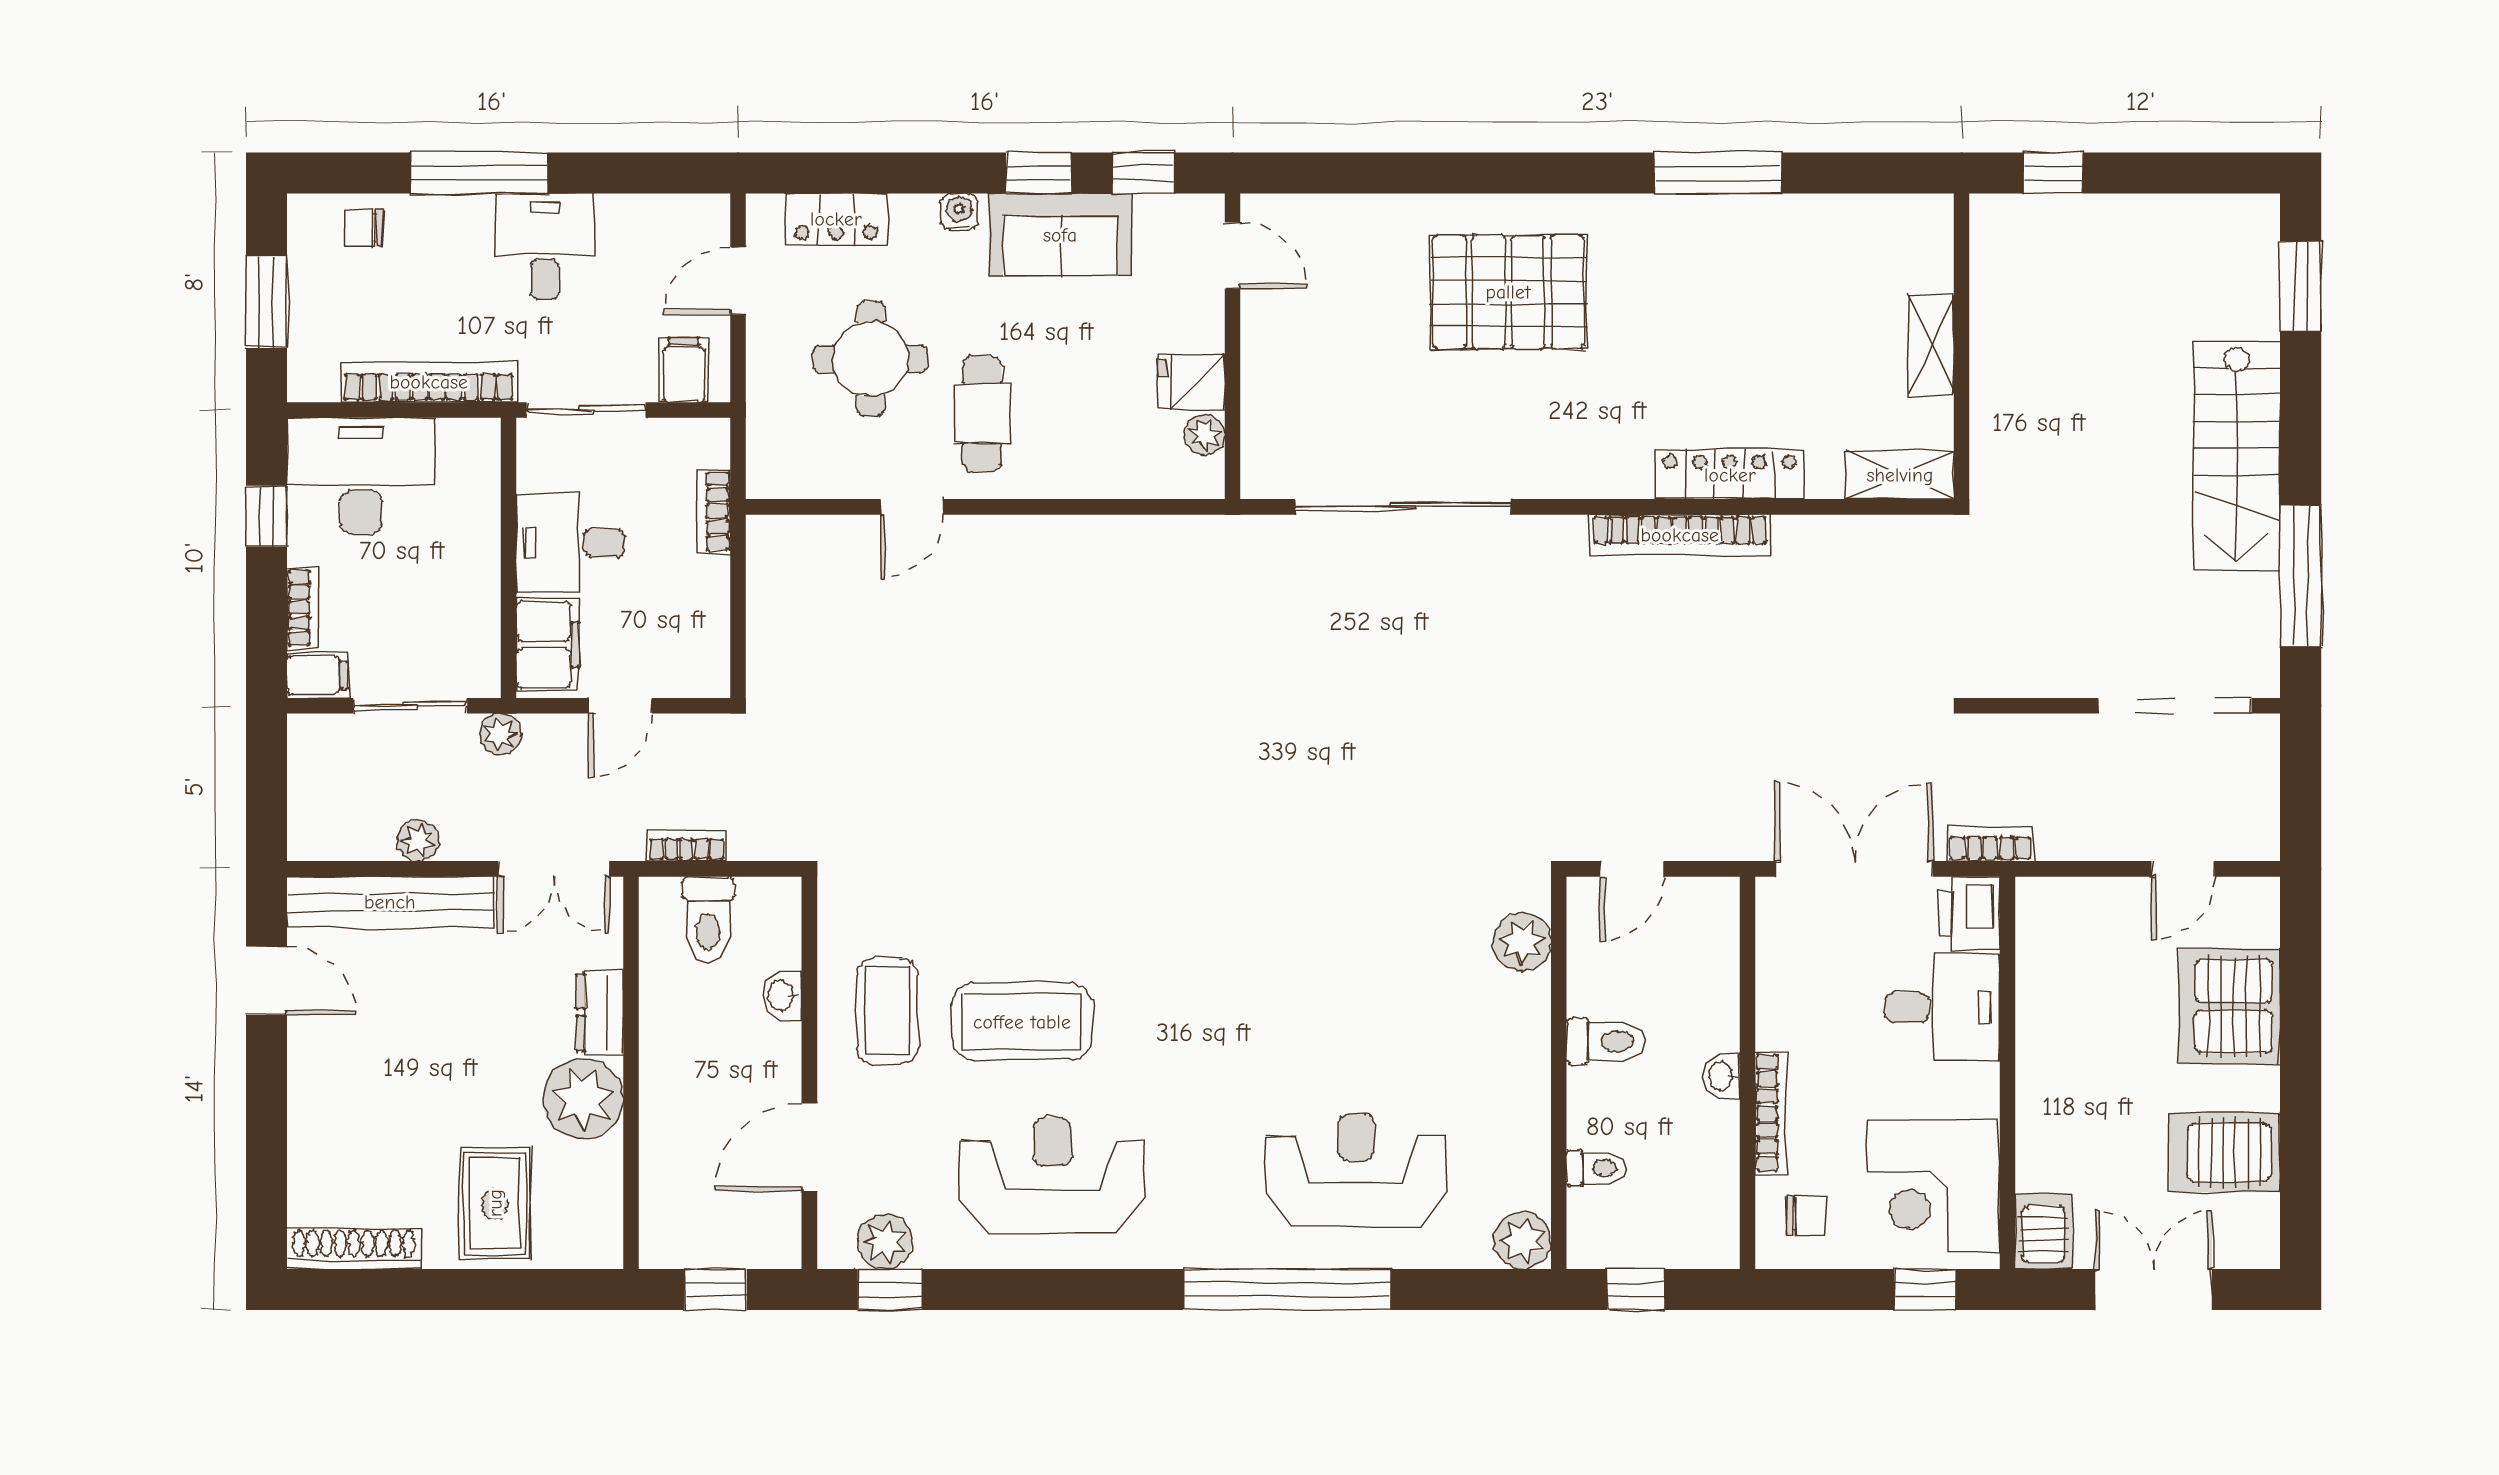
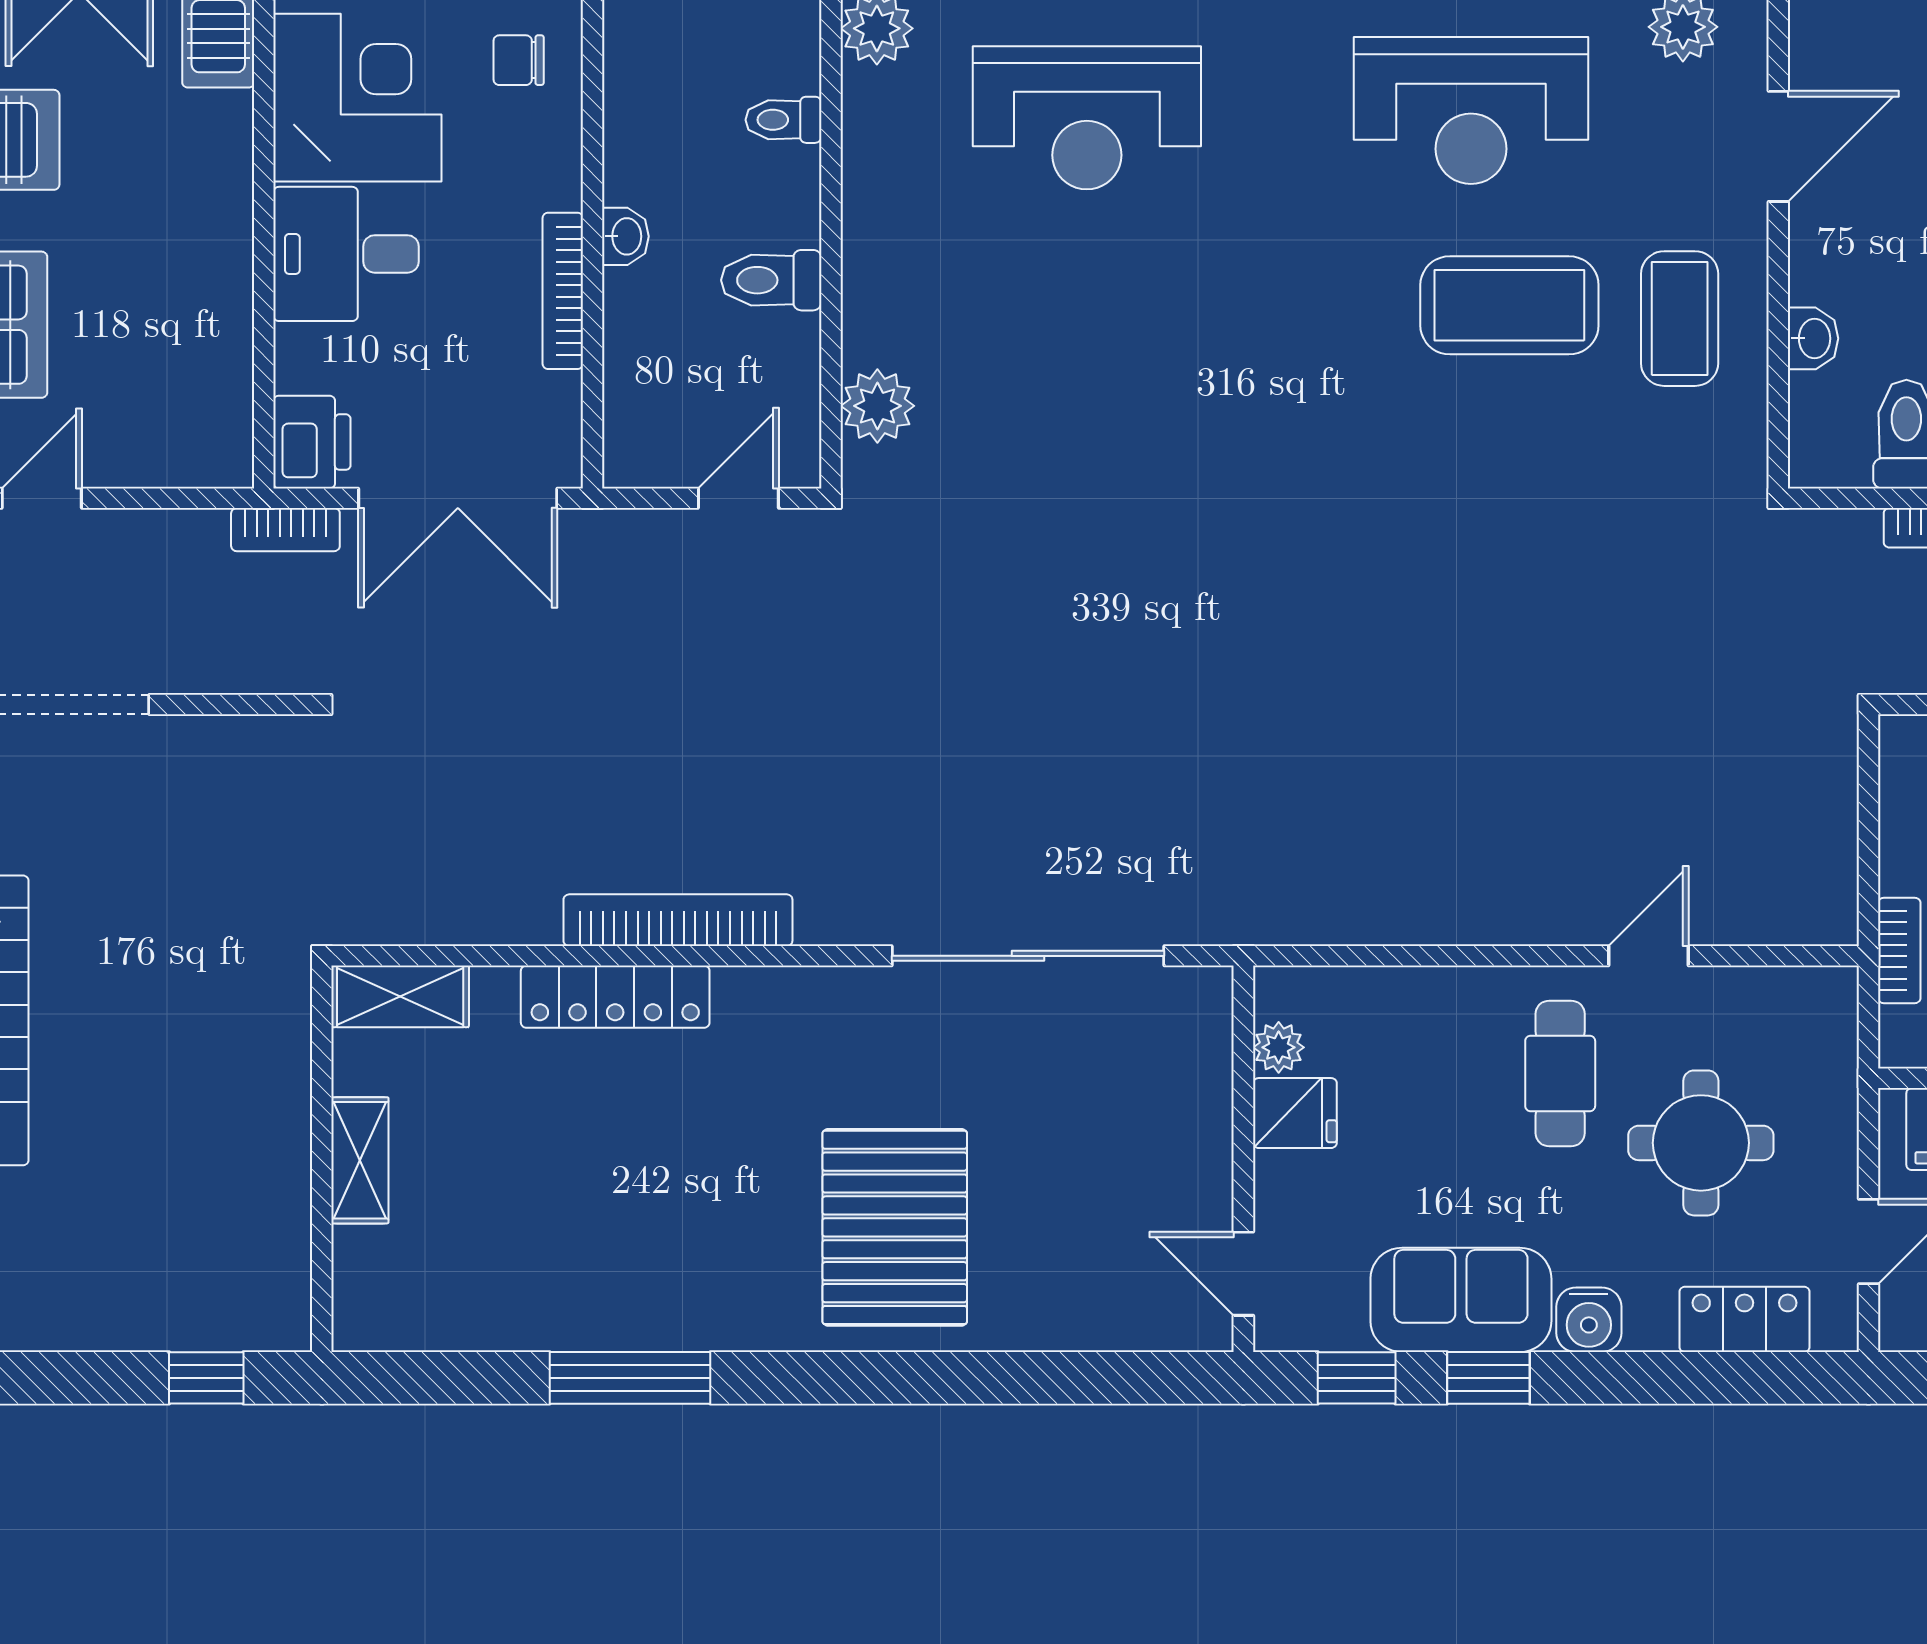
water cooler: (959, 212) -> (1589, 1320), width x1.38, depth x1.38
pallet: (1508, 292) -> (895, 1227), turned 90
desk: (1942, 1007) -> (346, 254), moved
bookcase: (1771, 1113) -> (563, 291), moved

